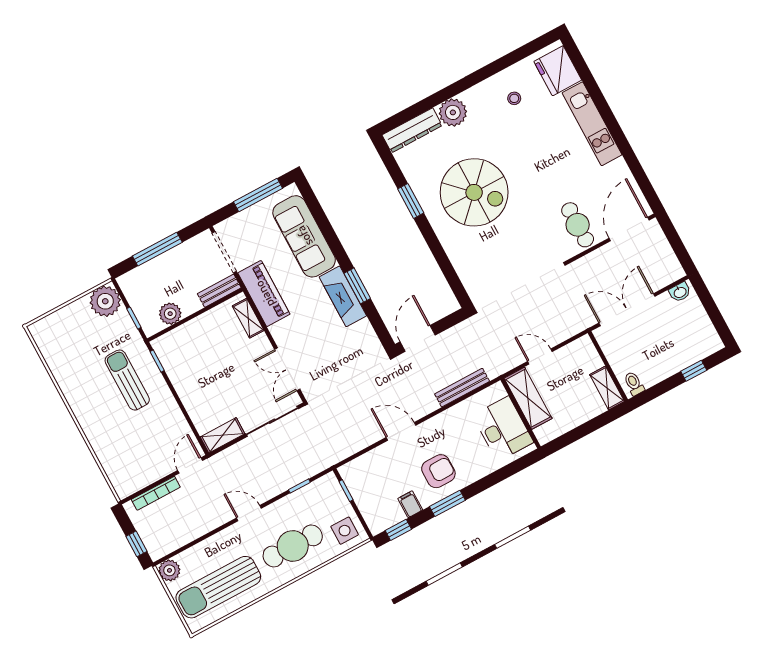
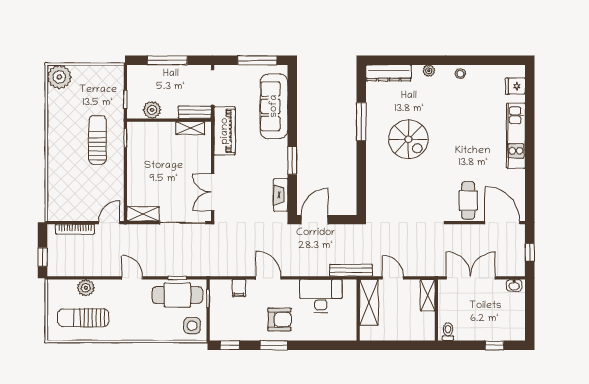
fridge: (558, 71) -> (515, 86), width x0.53, depth x0.75
stool: (514, 98) -> (460, 74), moved
plant: (453, 112) -> (429, 71), width x0.53, depth x0.53
spiral stairs: (474, 192) -> (408, 139), width x0.73, depth x0.73
window: (411, 201) -> (361, 122), width x1.44
door: (629, 229) -> (502, 223), hinge flipped
window: (678, 246) -> (530, 252), added
fireplace: (343, 296) -> (281, 195), moved, width x0.73, depth x0.76
plant: (105, 301) -> (59, 77), moved
shelving: (248, 318) -> (190, 128), moved, turned 90
bench: (462, 388) -> (351, 270), moved
shelving: (607, 388) -> (428, 295), moved
desk: (503, 429) -> (321, 296), moved, turned -90
filing cabinet: (410, 504) -> (239, 288), moved, turned 180
cafe table: (293, 546) -> (177, 295), moved
plant: (169, 570) -> (86, 288), moved
sun lounger: (218, 587) -> (83, 318), width x0.73, depth x0.75

